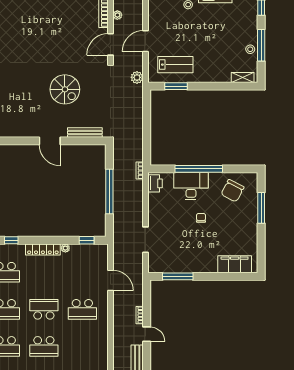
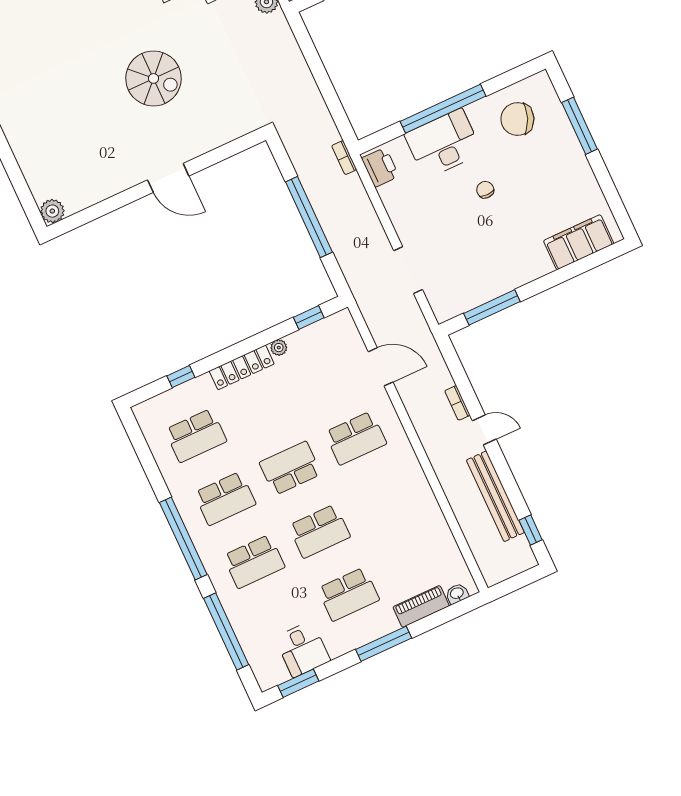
bench: (85, 133) -> (221, 136), removed
chair: (233, 191) -> (517, 119), turned 85

